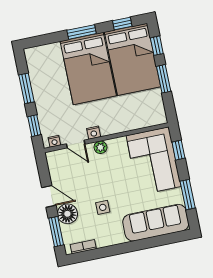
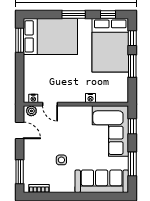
bed: (88, 69) -> (50, 36), moved, turned -90
window: (26, 88) -> (20, 40), moved
window: (34, 126) -> (20, 82), removed
nightstand: (94, 133) -> (90, 98), moved
plant: (100, 147) -> (31, 111), moved
door: (49, 196) -> (20, 130), moved
floor lamp: (67, 214) -> (32, 159), removed

